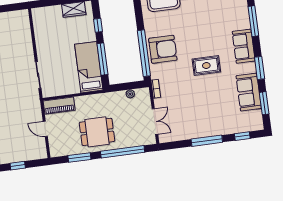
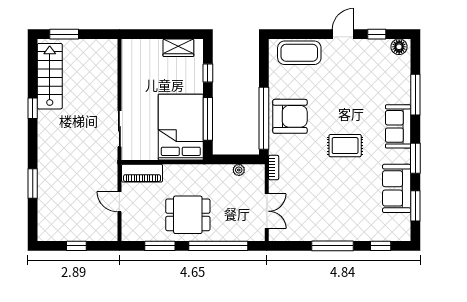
bed: (89, 67) -> (181, 127), width x1.50

